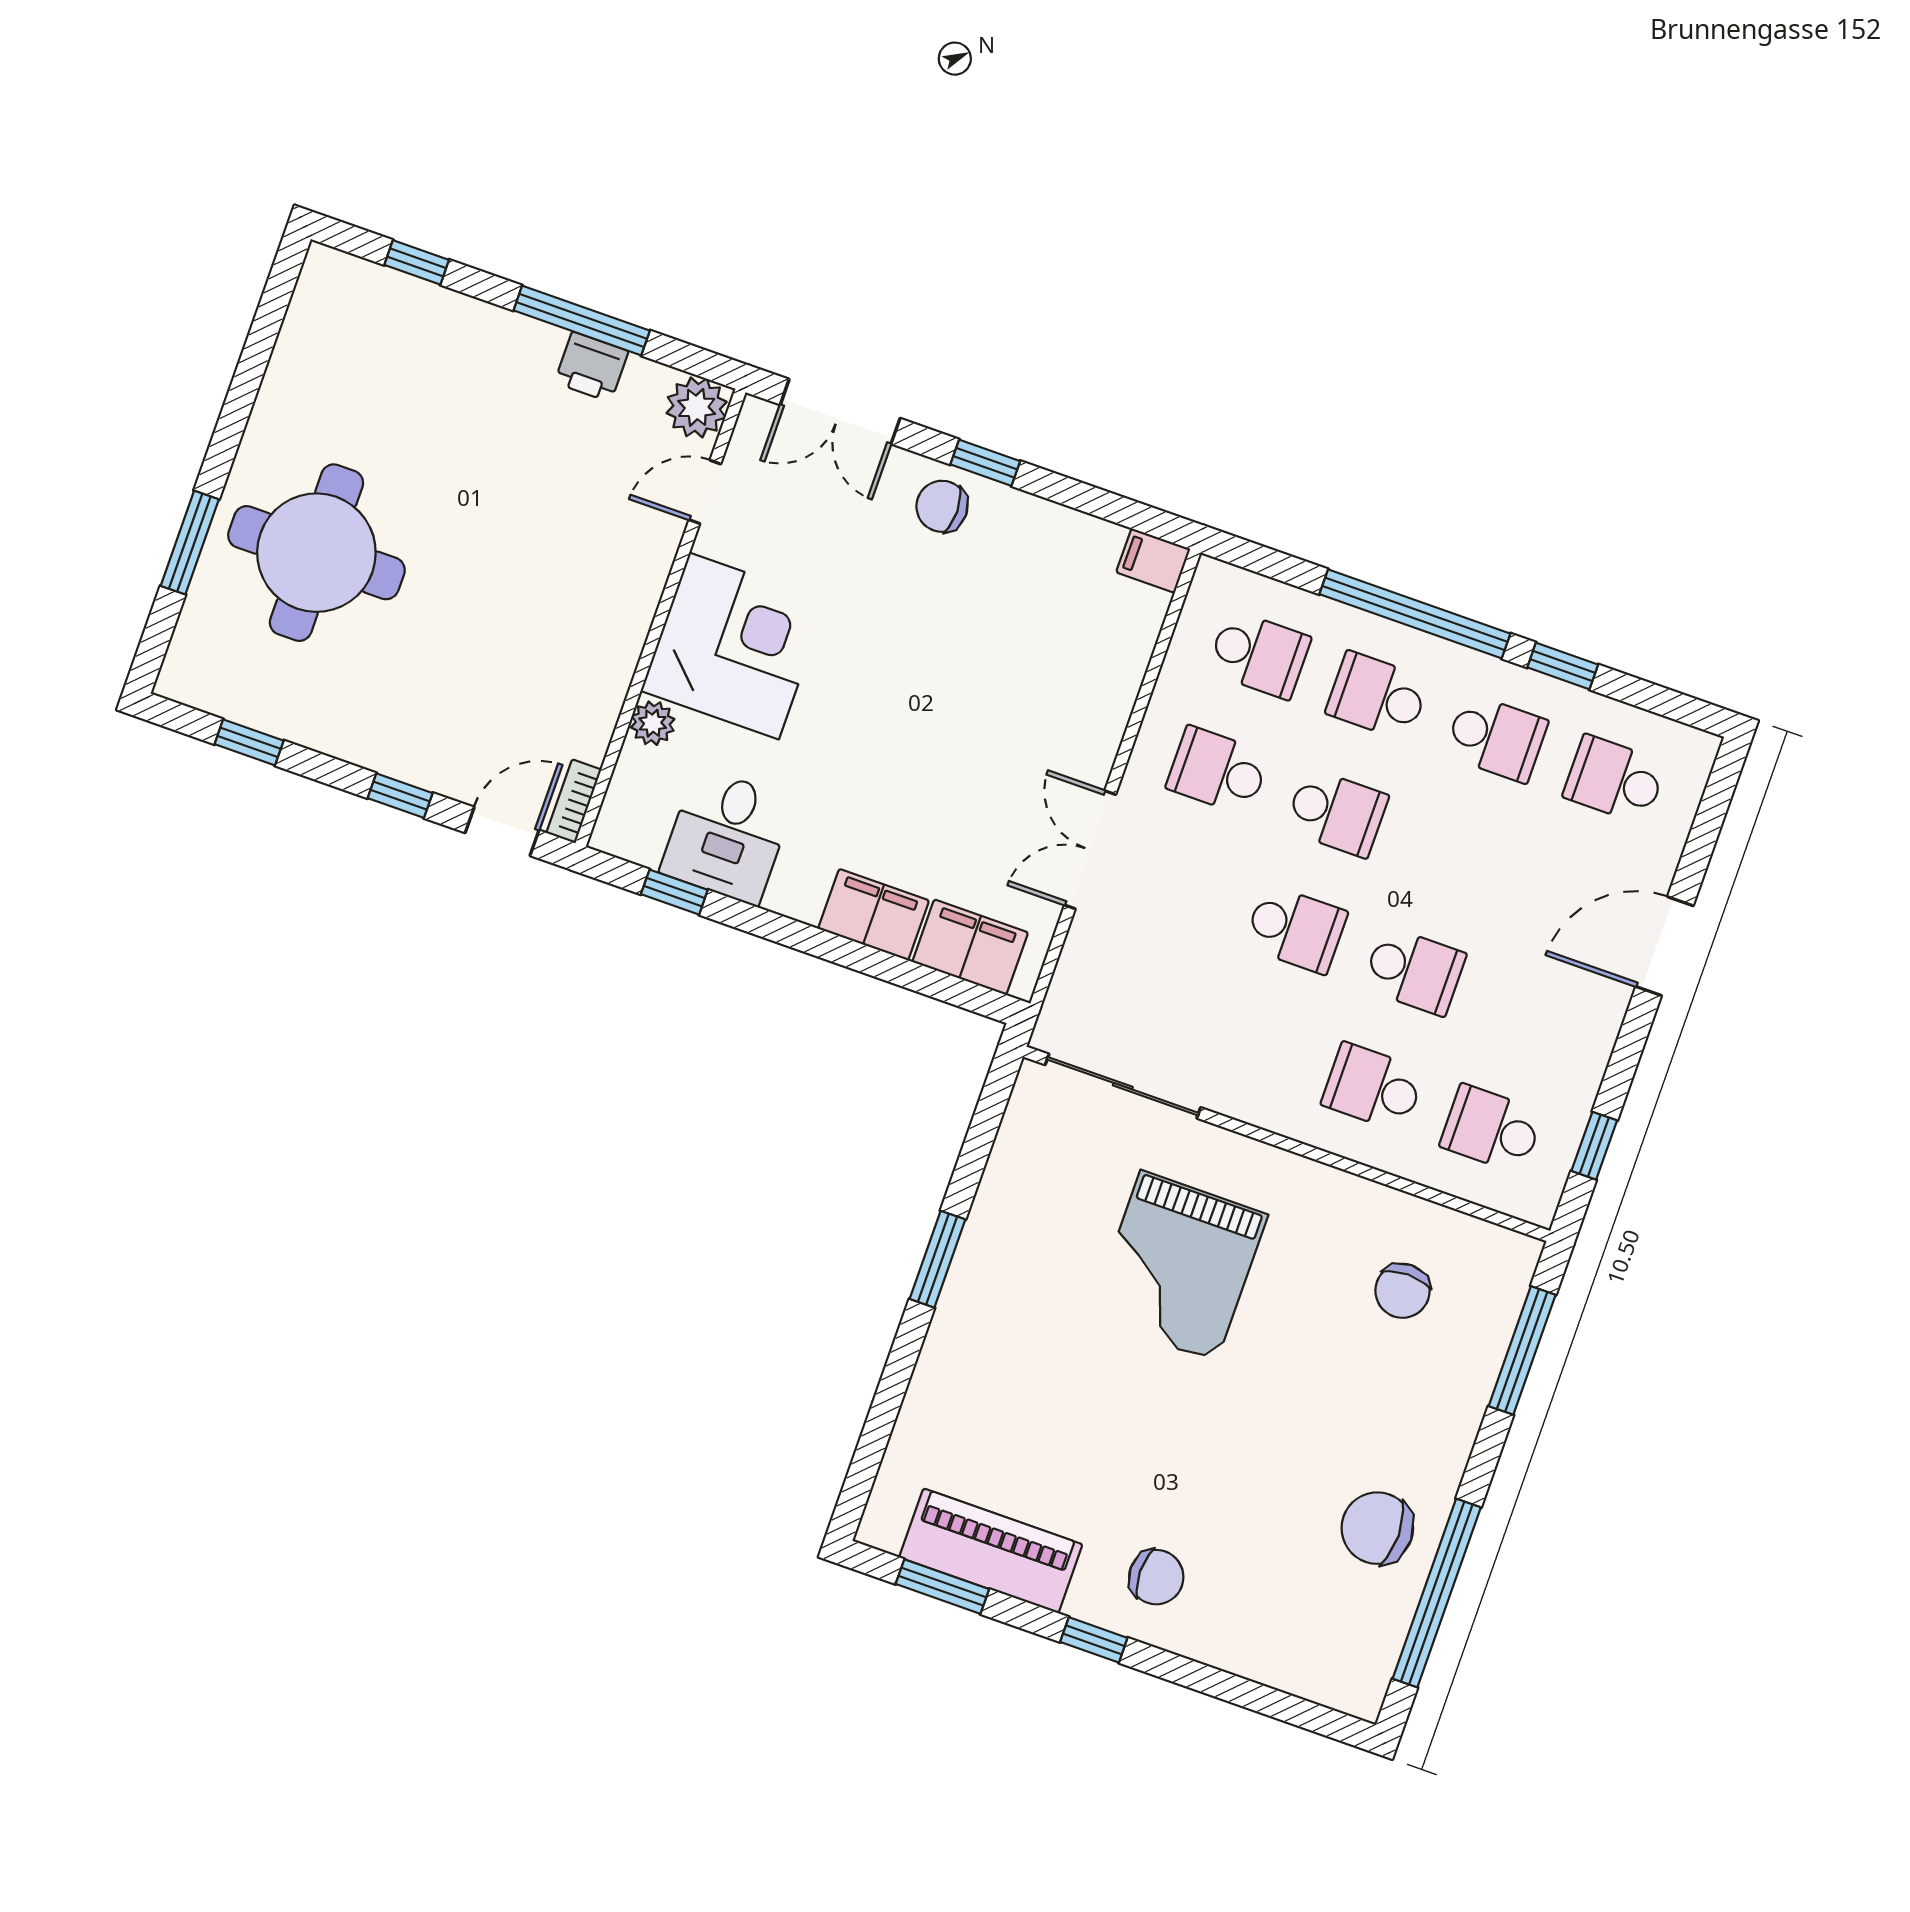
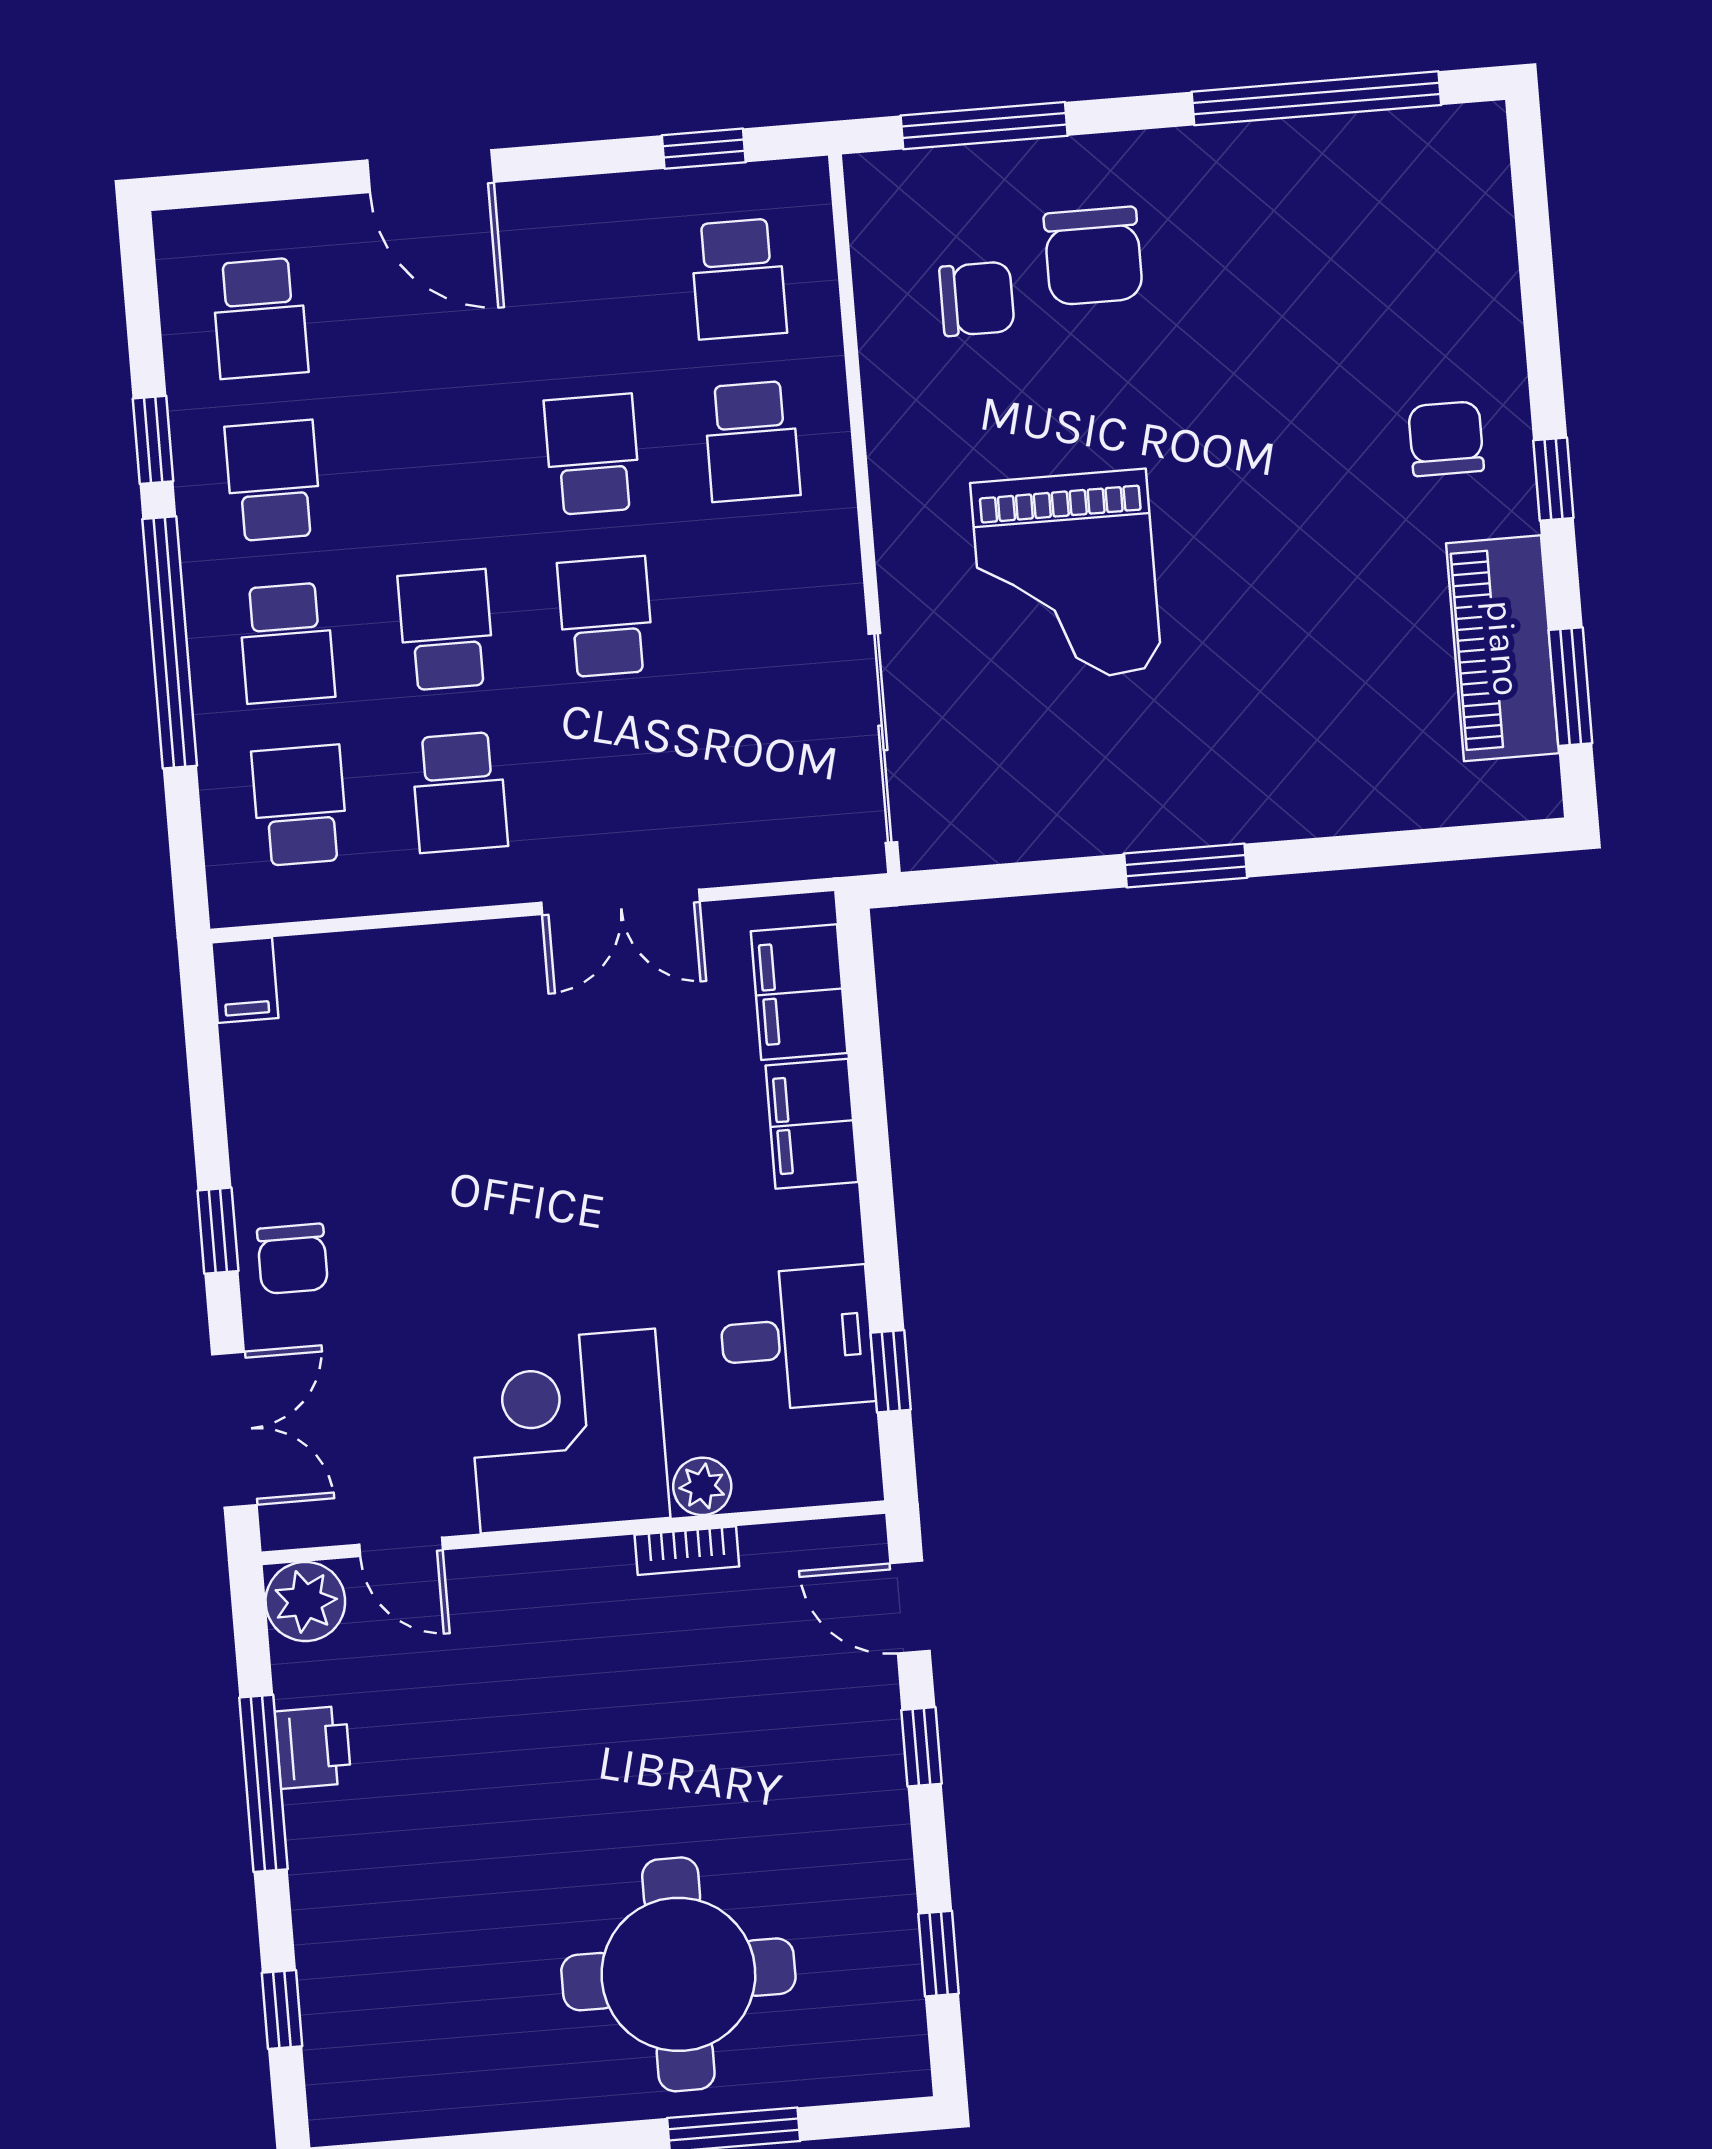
bookcase: (574, 801) -> (687, 1551), moved
grand piano: (1178, 1266) -> (1066, 577), turned 90
chair: (1377, 1528) -> (1093, 256), moved

